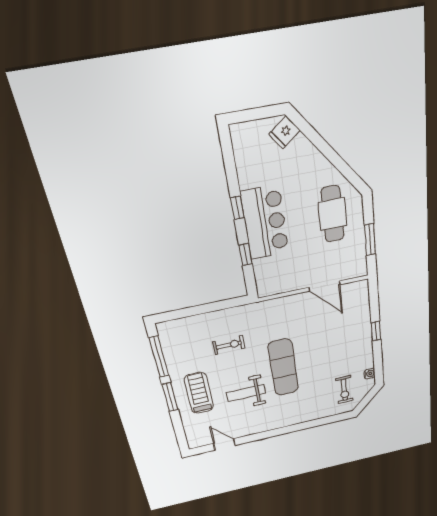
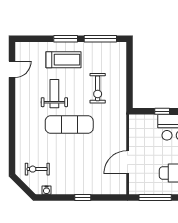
window: (370, 240) -> (155, 198), width x1.44
exercise bike: (229, 345) -> (98, 88), width x1.38, depth x1.39

